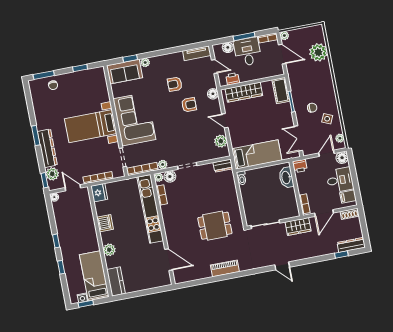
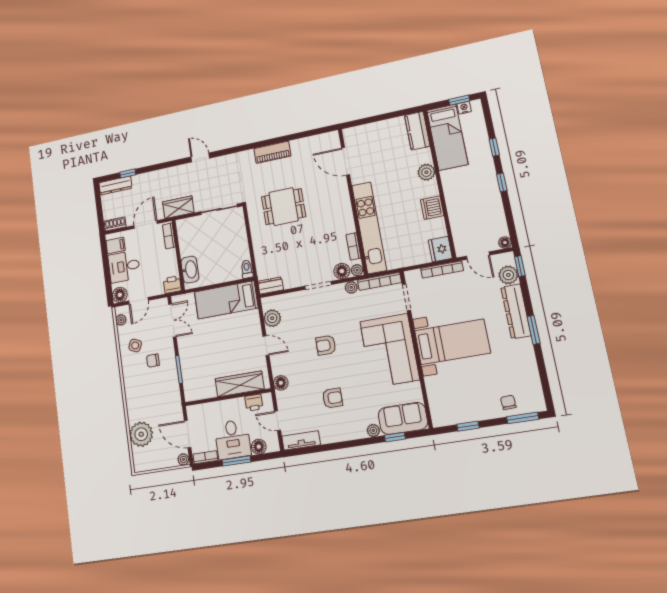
cot: (281, 91) -> (191, 385), removed
armchair: (189, 105) -> (326, 345), moved

